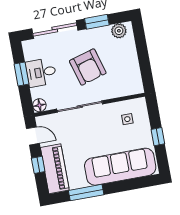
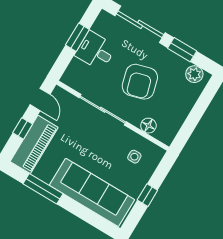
floor lamp: (39, 105) -> (148, 126), moved

